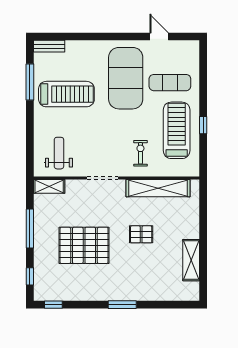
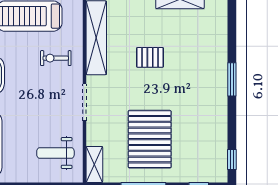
pallet: (141, 234) -> (150, 57), turned 90
pallet: (84, 245) -> (150, 139), moved

